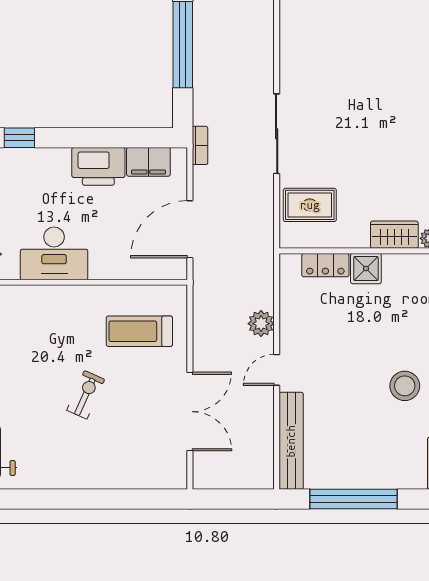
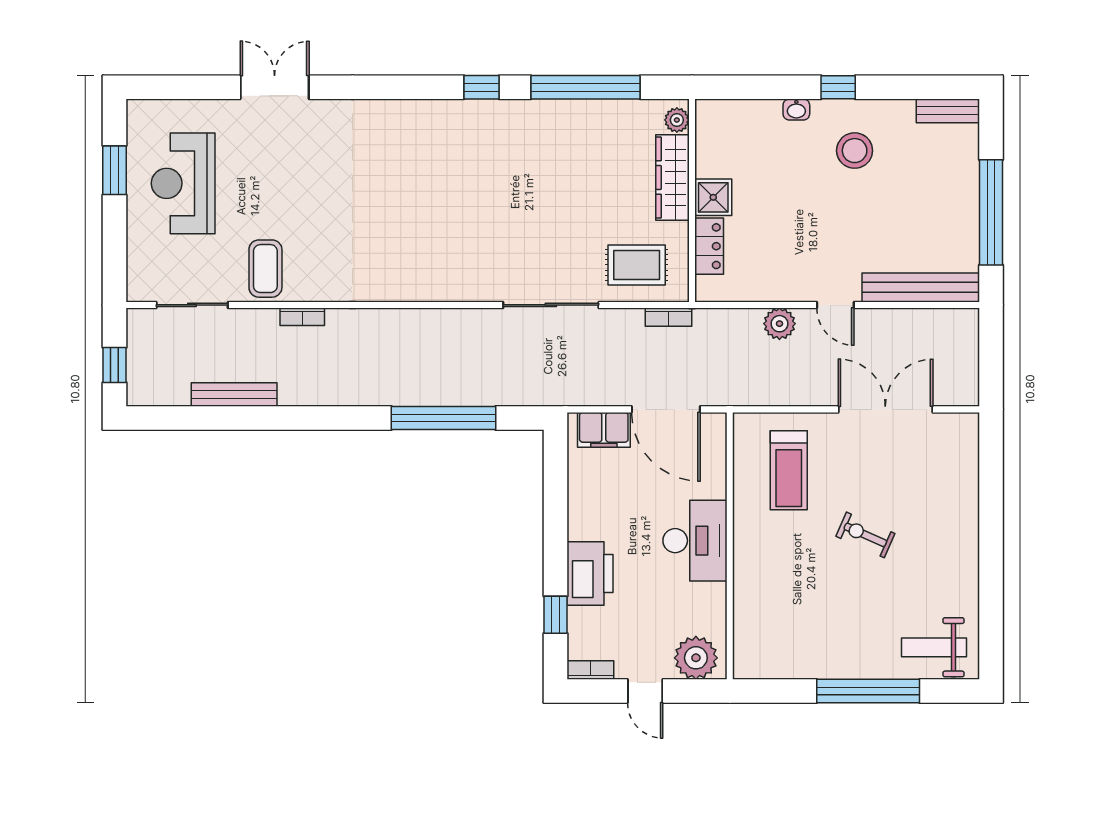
bookcase: (200, 145) -> (669, 317), moved, turned 180
filing cabinet: (148, 162) -> (604, 430), moved, turned 90
printer: (98, 166) -> (590, 573), moved
rug: (310, 205) -> (637, 265), turned 90
wardrobe: (394, 235) -> (673, 177), width x1.50
desk: (54, 253) -> (695, 541), moved

